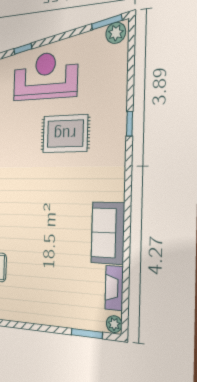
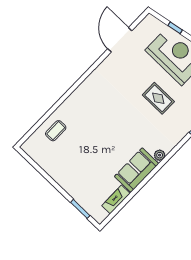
rug: (65, 134) -> (158, 98), width x0.73, depth x0.70
plant: (114, 324) -> (160, 155), moved

